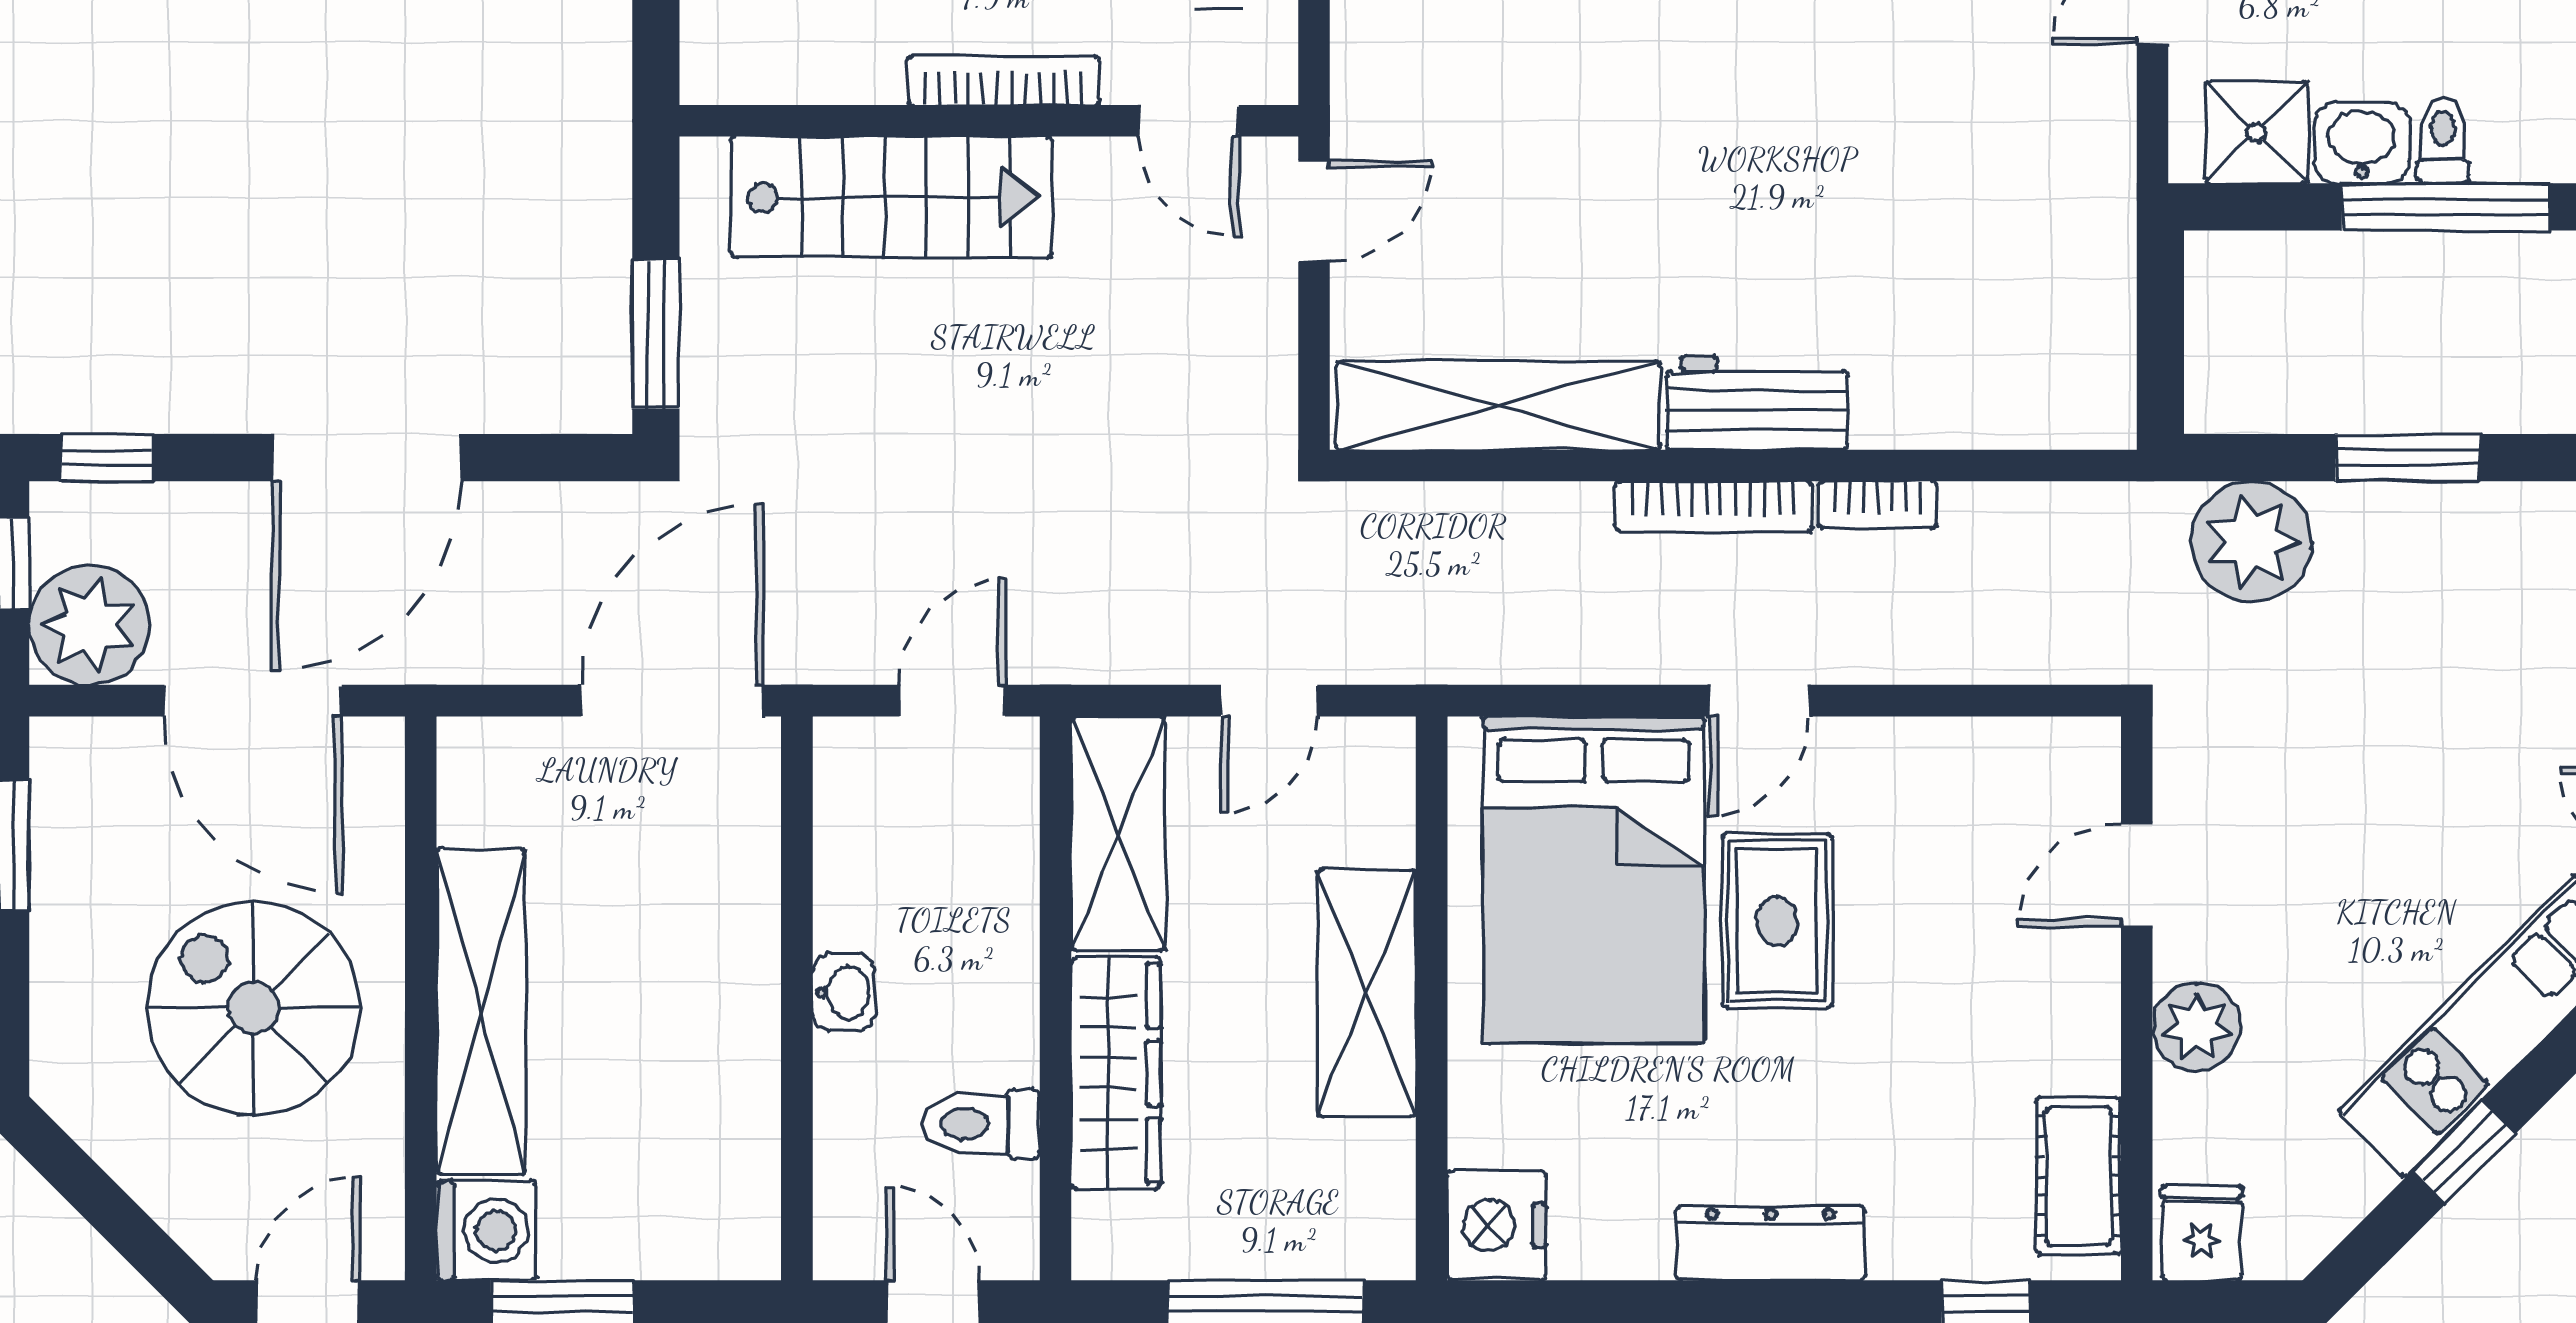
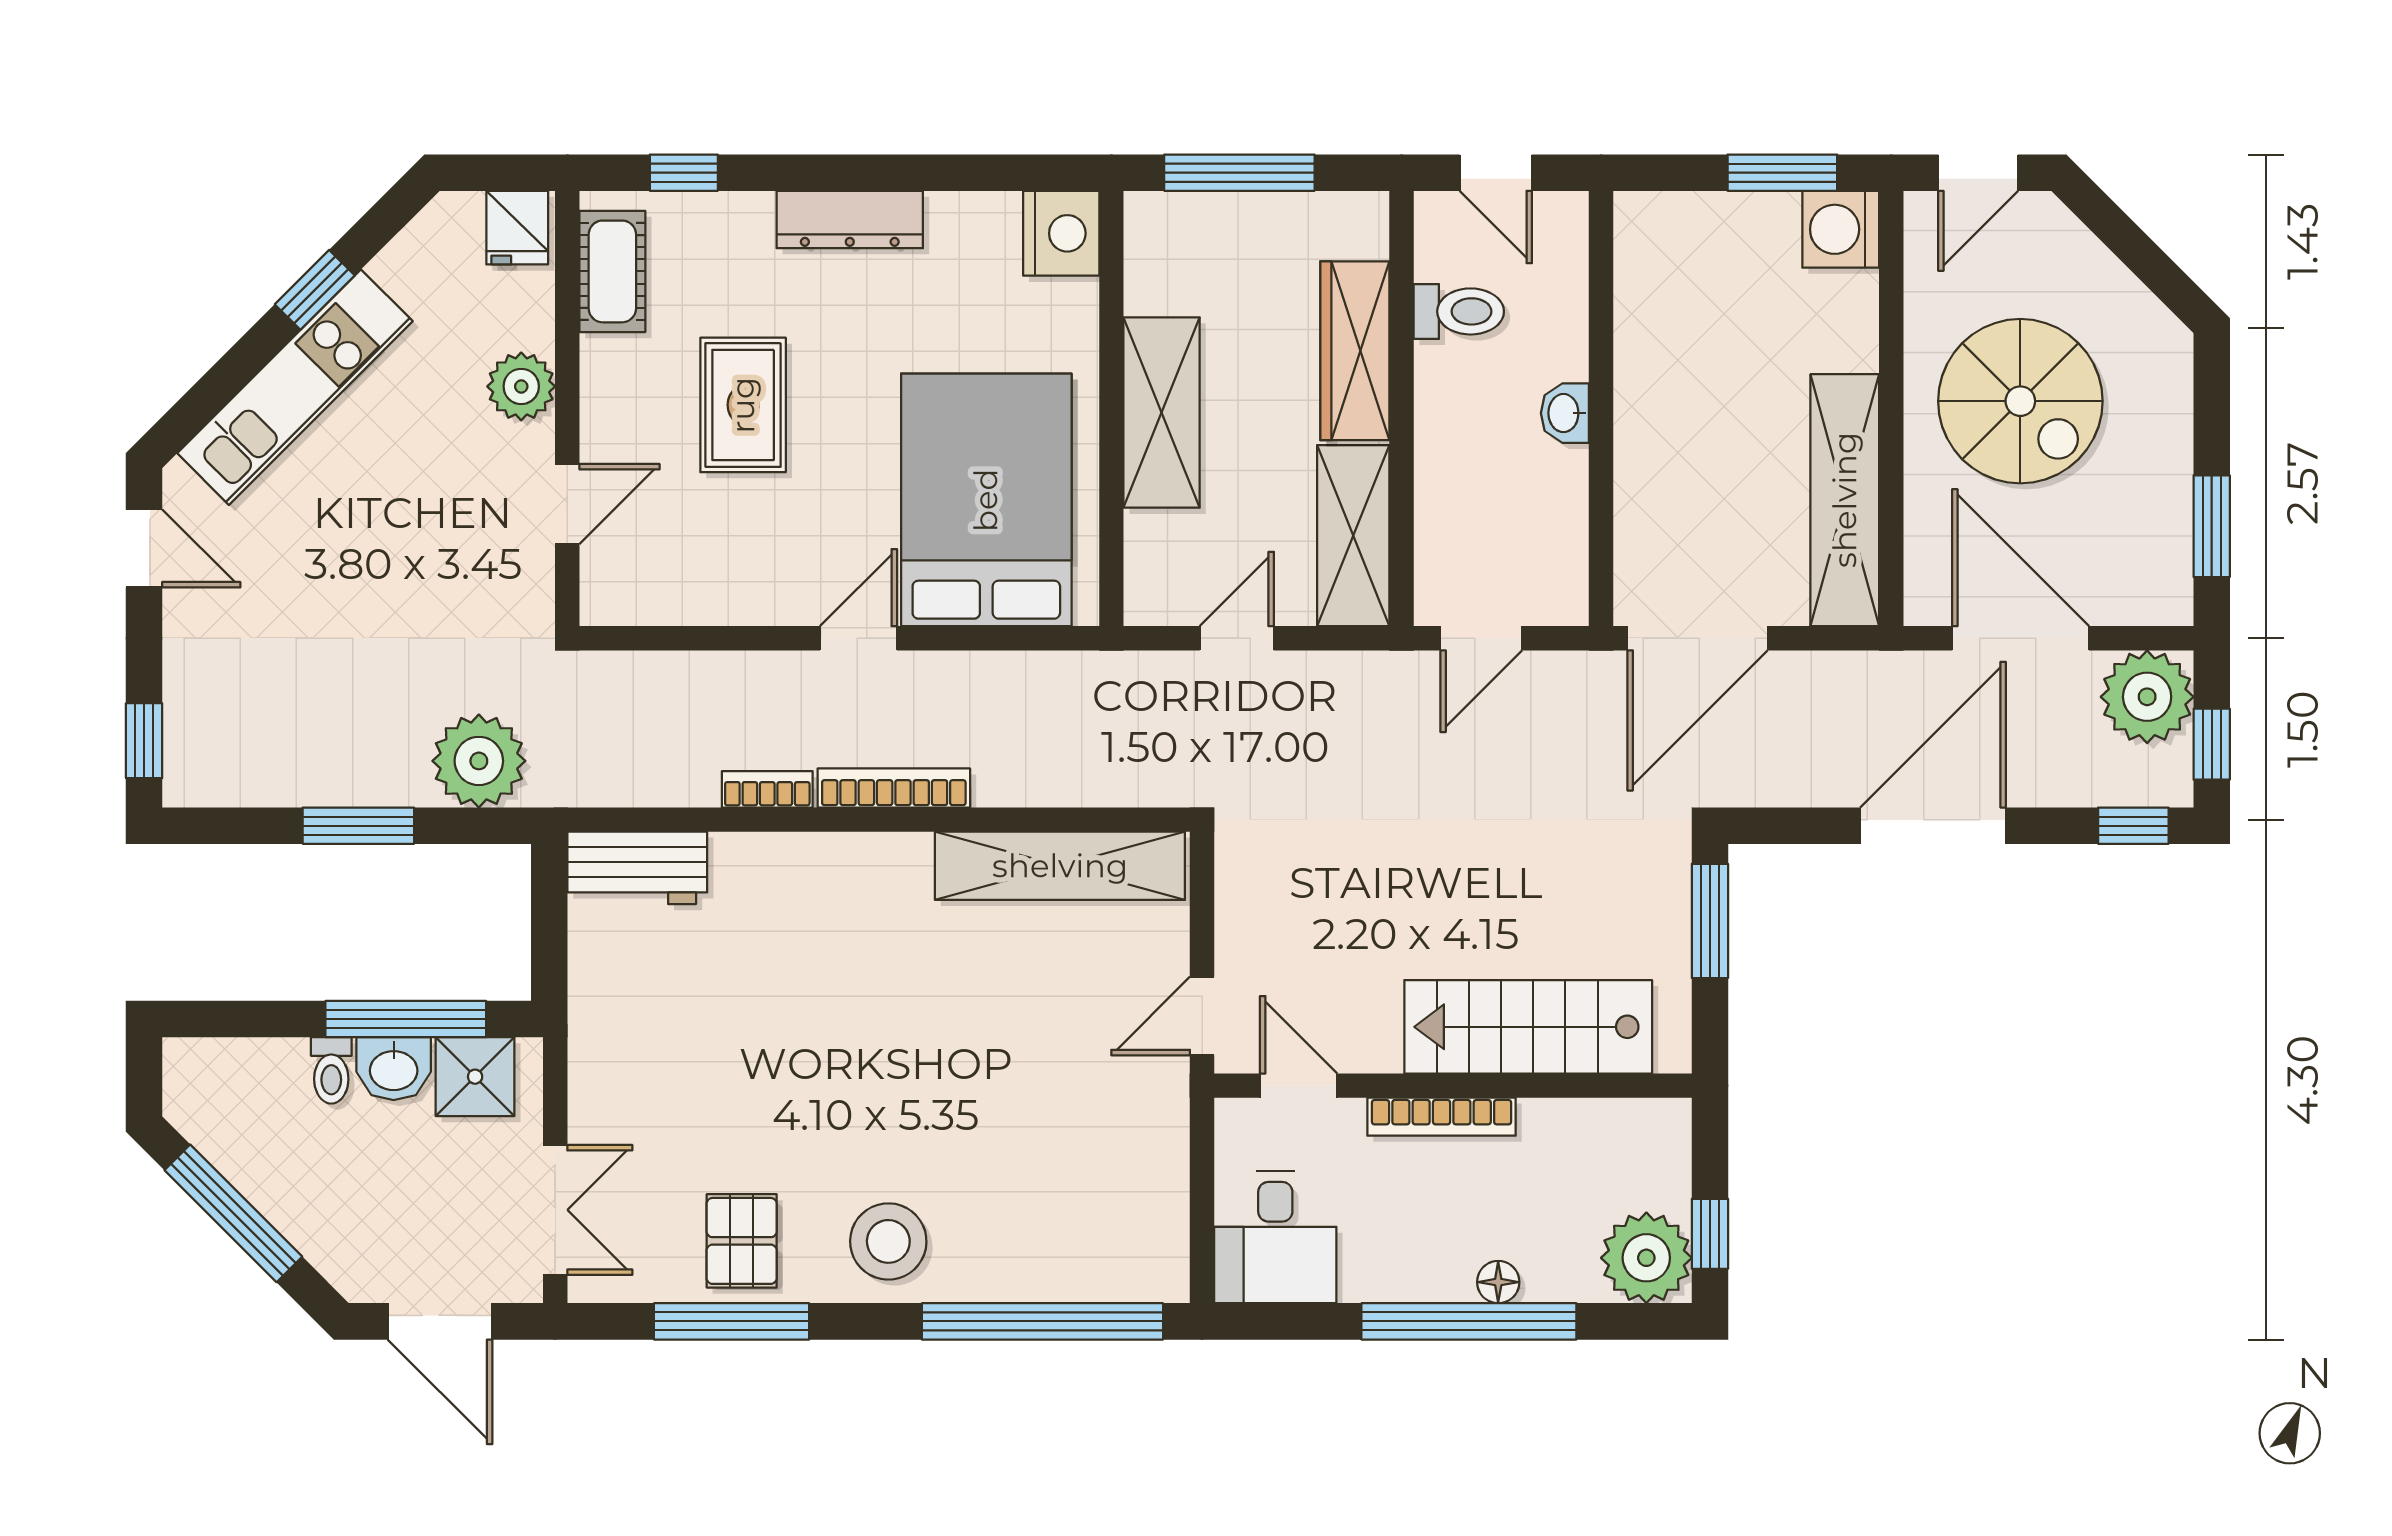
window: (2446, 207) -> (406, 1019), moved
workbench: (1757, 403) -> (637, 868), moved
rug: (1777, 921) -> (743, 405), moved
shelving: (481, 1011) -> (1845, 500), moved

